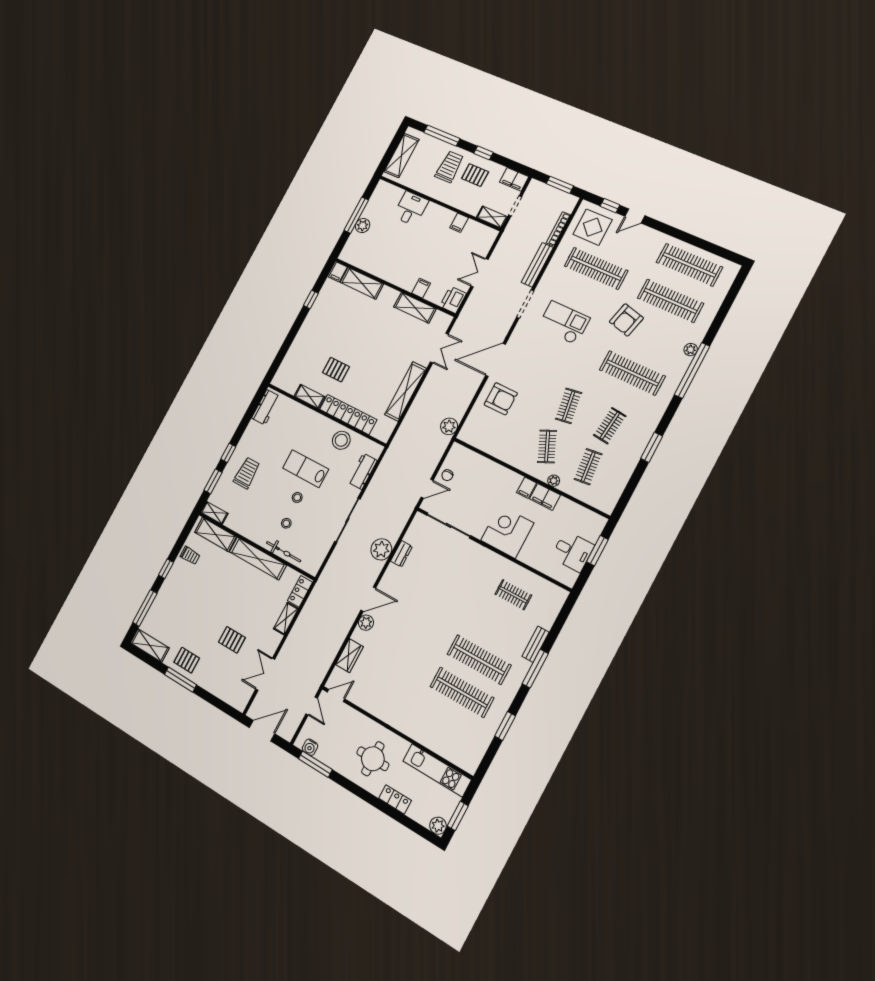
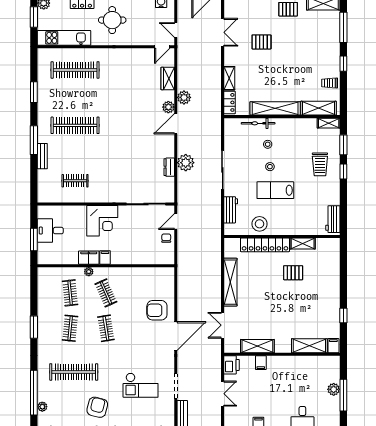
plant: (449, 426) -> (184, 97), moved
lab bench: (306, 469) -> (275, 190), turned 180
clothes rail: (462, 692) -> (75, 70), moved

